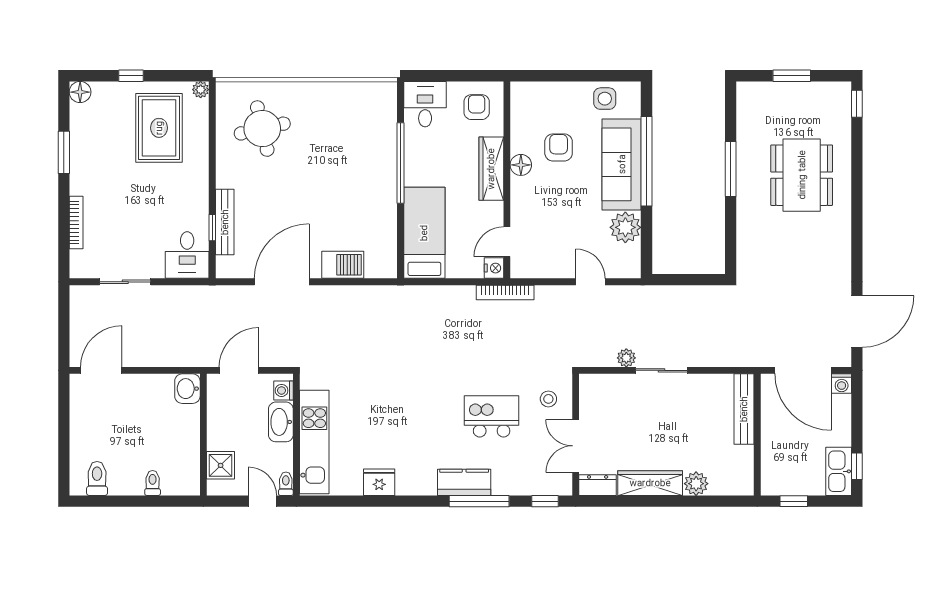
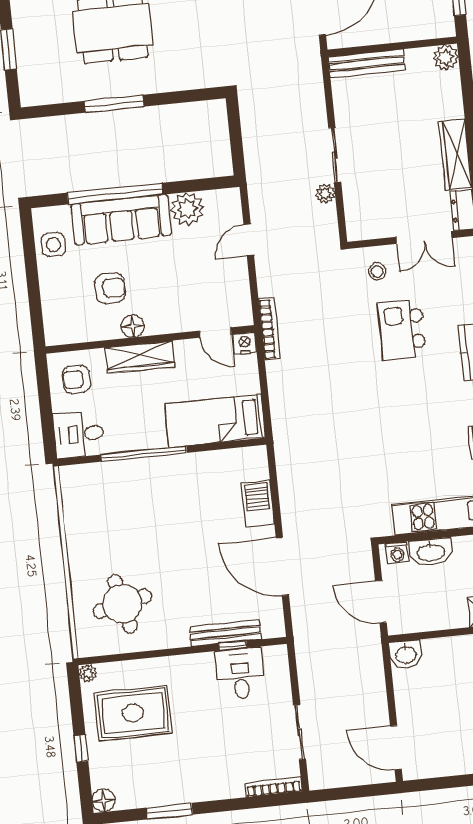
armchair: (559, 147) -> (110, 288), turned 180
bookcase: (76, 223) -> (273, 787), moved
desk: (187, 255) -> (240, 674), moved, turned -90
plant: (696, 484) -> (446, 57), moved

